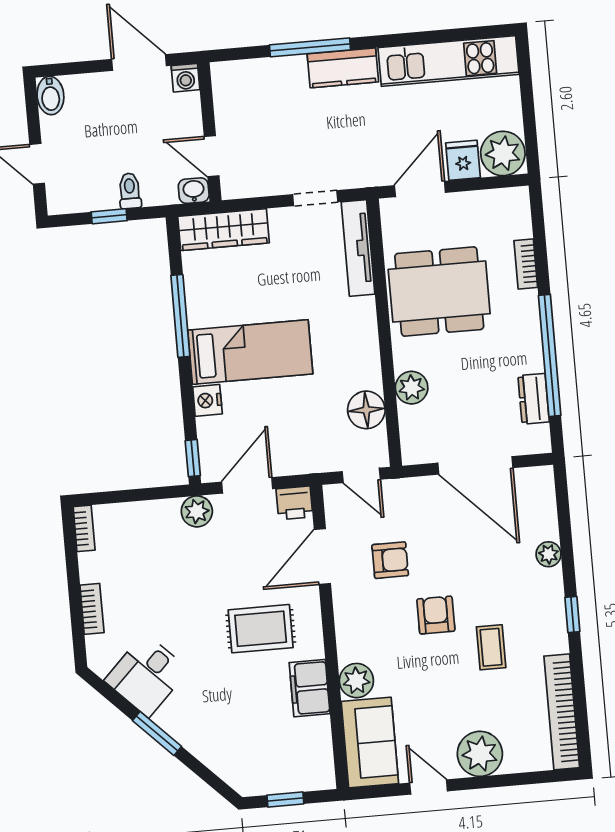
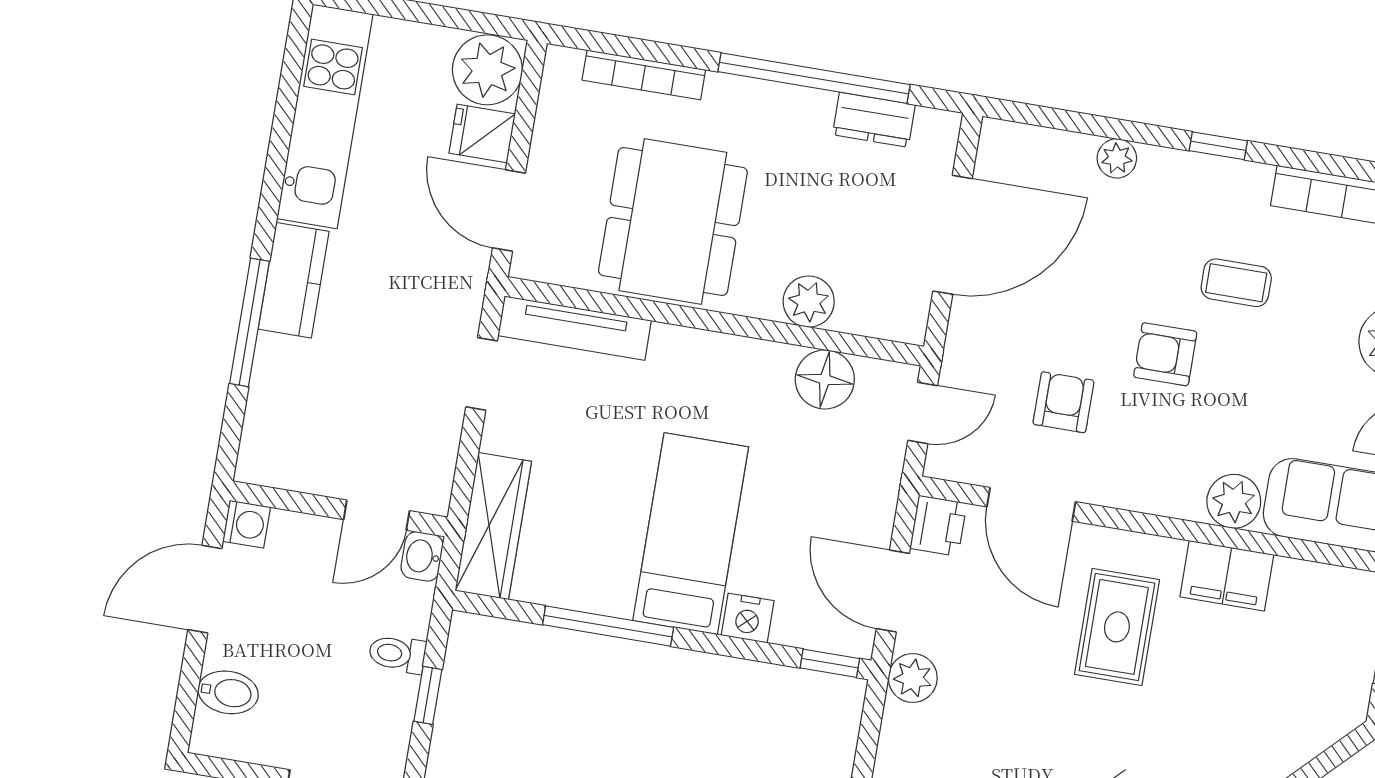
bidet: (50, 96) -> (228, 692), moved
bookcase: (526, 264) -> (644, 75), width x1.56

